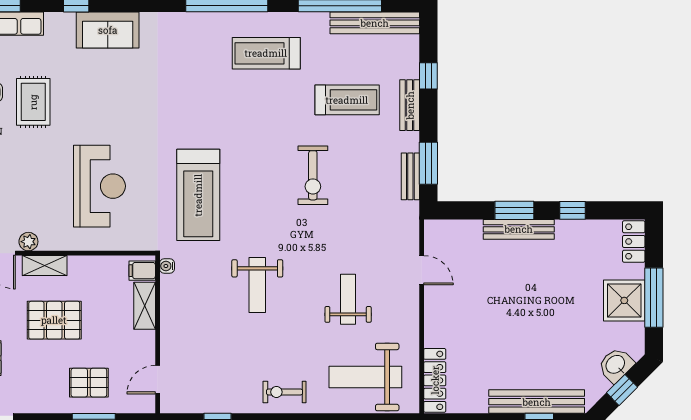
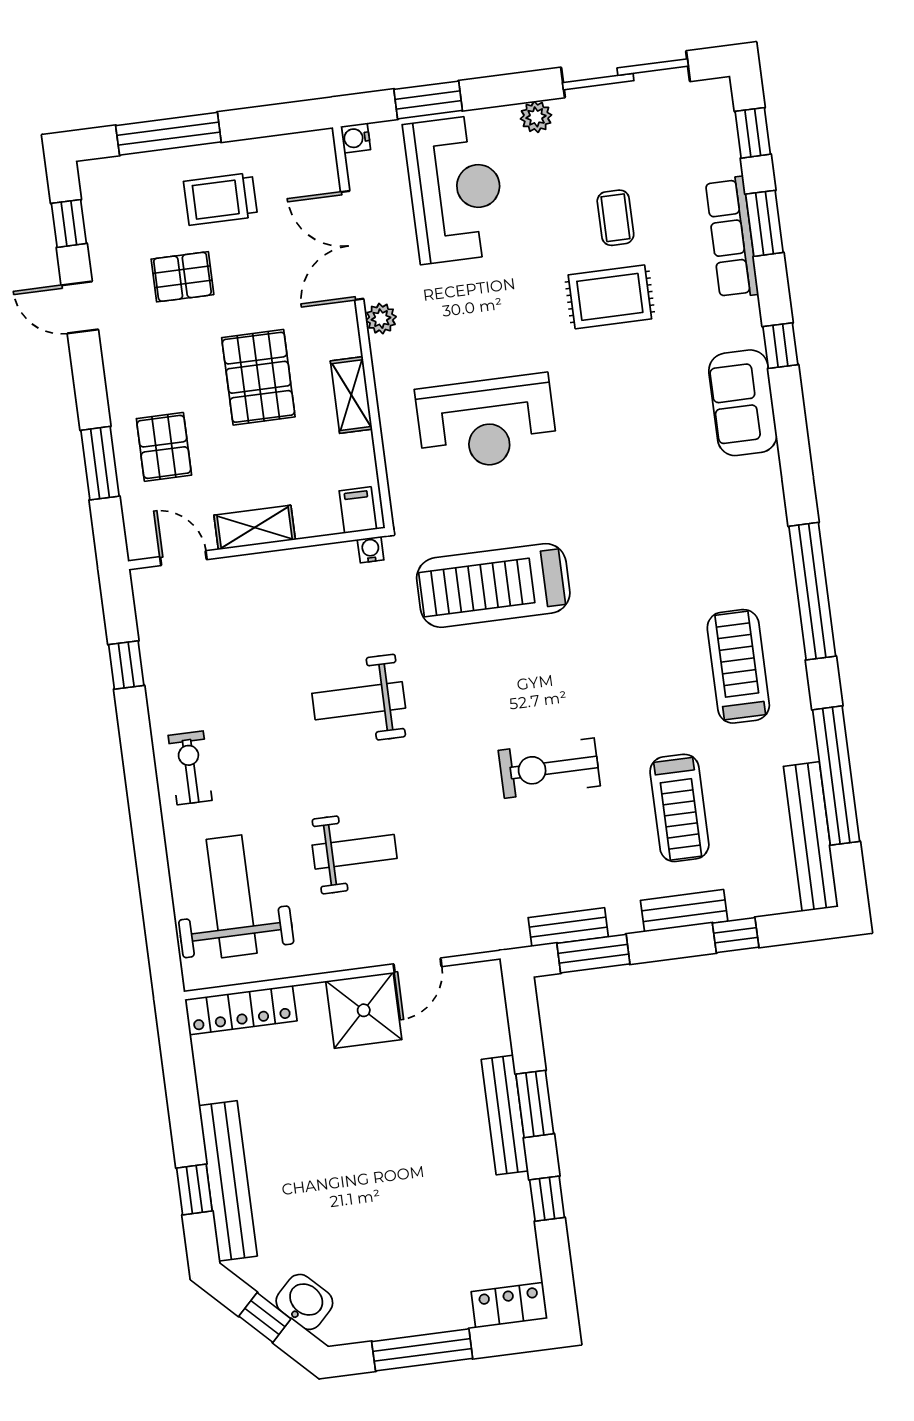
shelving: (45, 266) -> (351, 395), moved
shower: (624, 300) -> (364, 1010), moved
shelving: (145, 306) -> (255, 528), moved

